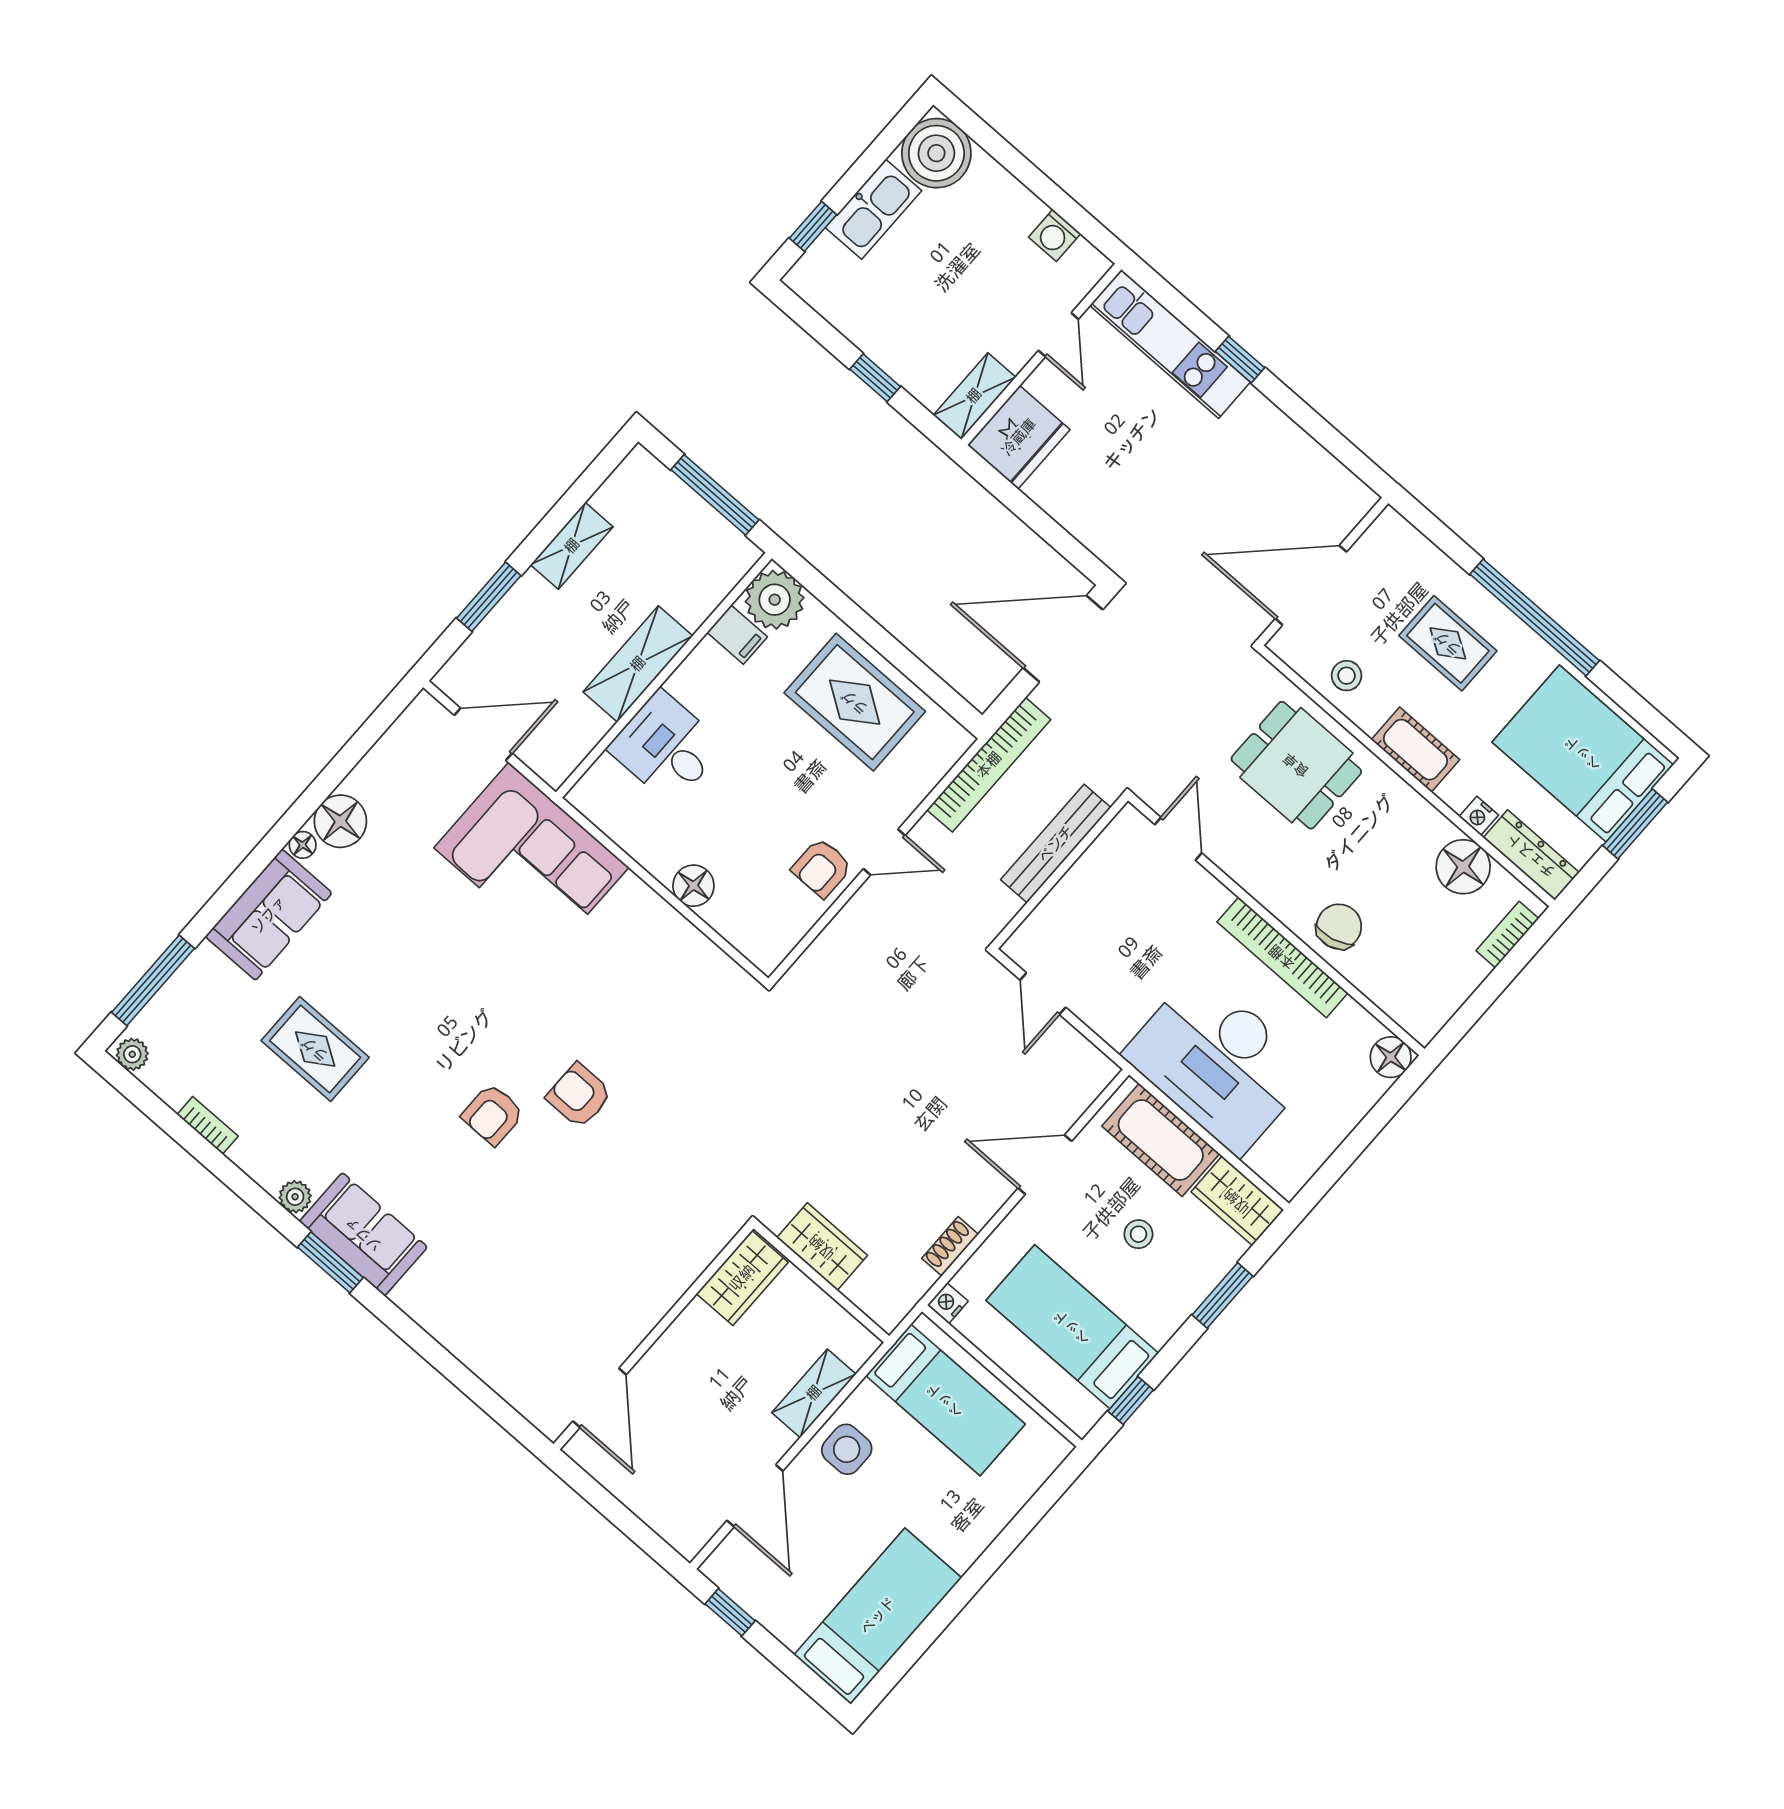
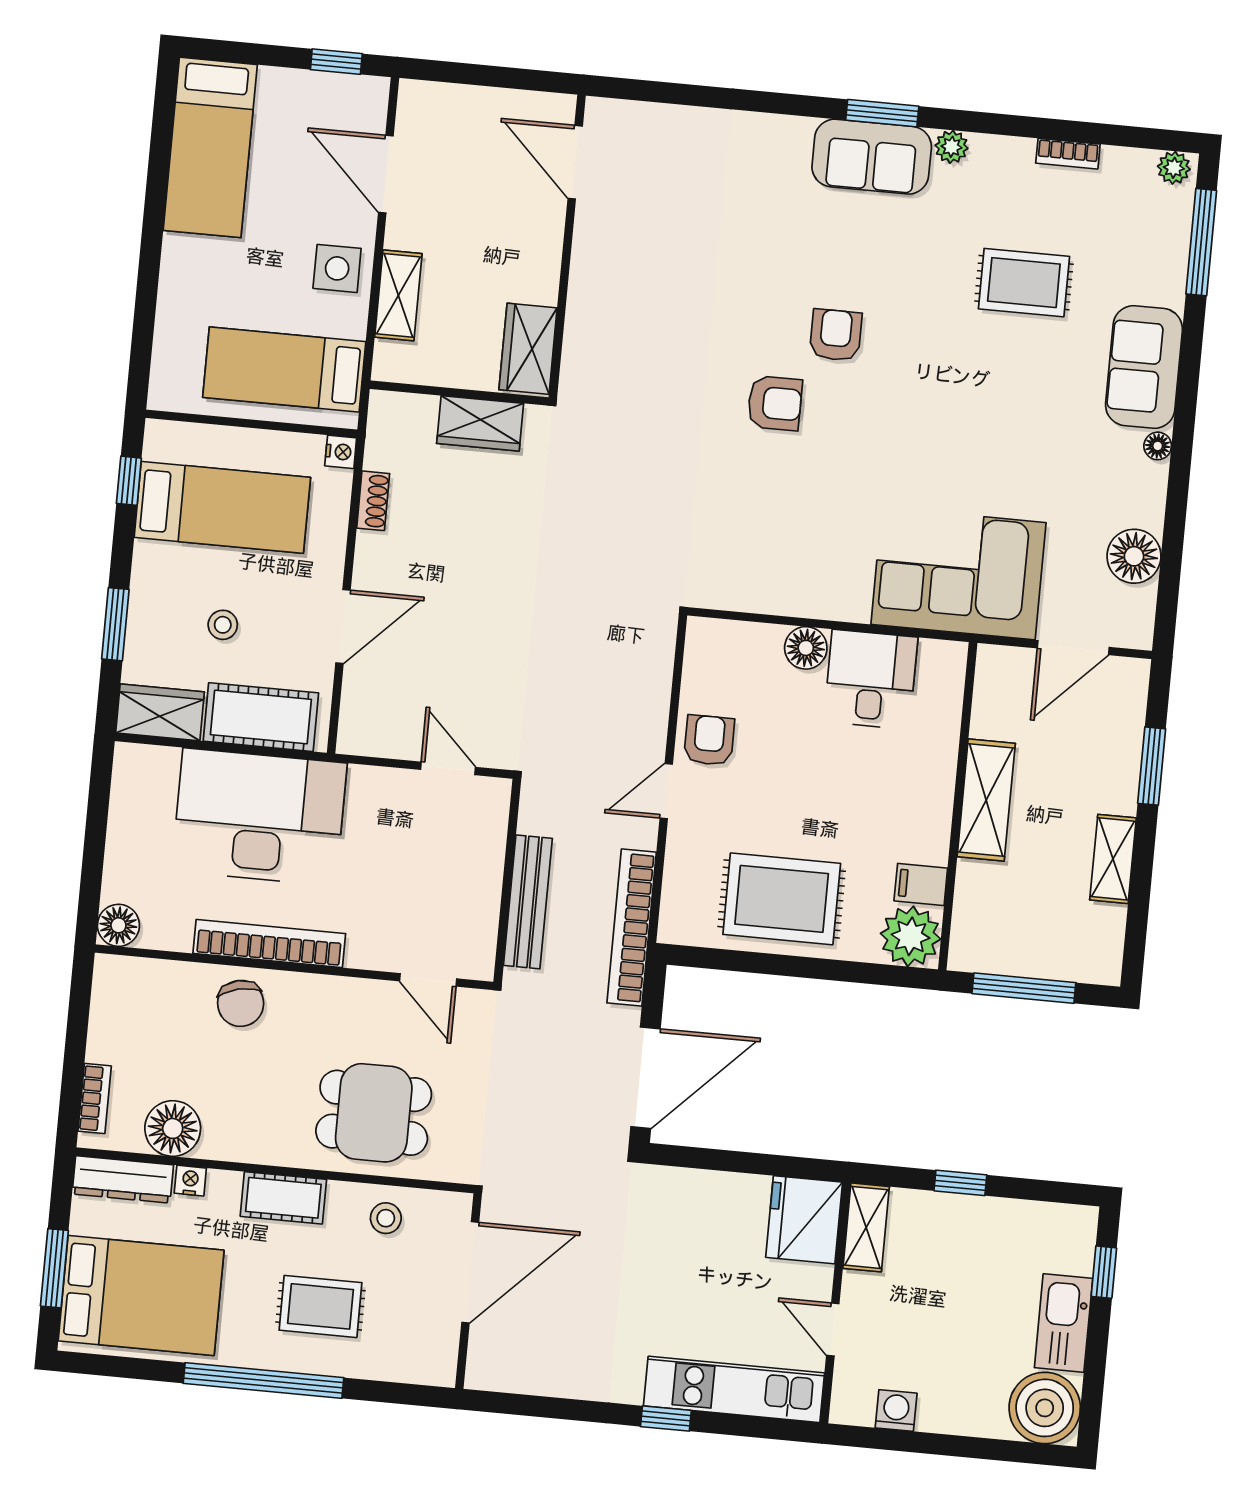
desk: (666, 747) -> (871, 679), moved, turned -90
floor lamp: (340, 821) -> (1134, 556), moved

